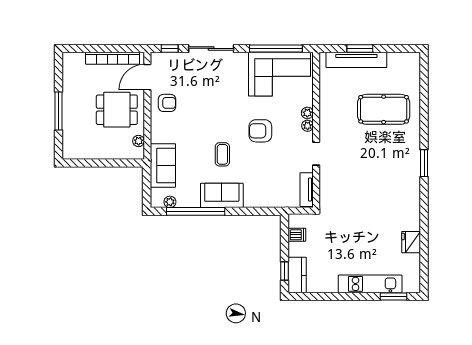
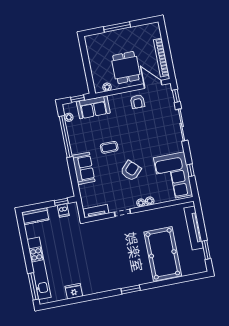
window: (276, 48) -> (190, 170), width x0.32
window: (360, 48) -> (206, 250), moved
pool table: (384, 109) -> (163, 254), width x1.36, depth x1.32
armchair: (260, 131) -> (131, 171), turned 44
window: (147, 185) -> (77, 99), added
sofa: (222, 195) -> (83, 168), moved
window: (285, 271) -> (61, 202), moved
kitchen unit: (370, 284) -> (39, 268), width x1.36
window: (393, 297) -> (33, 286), width x1.44

